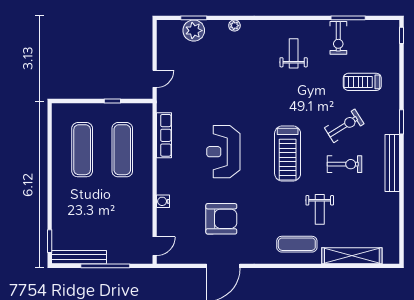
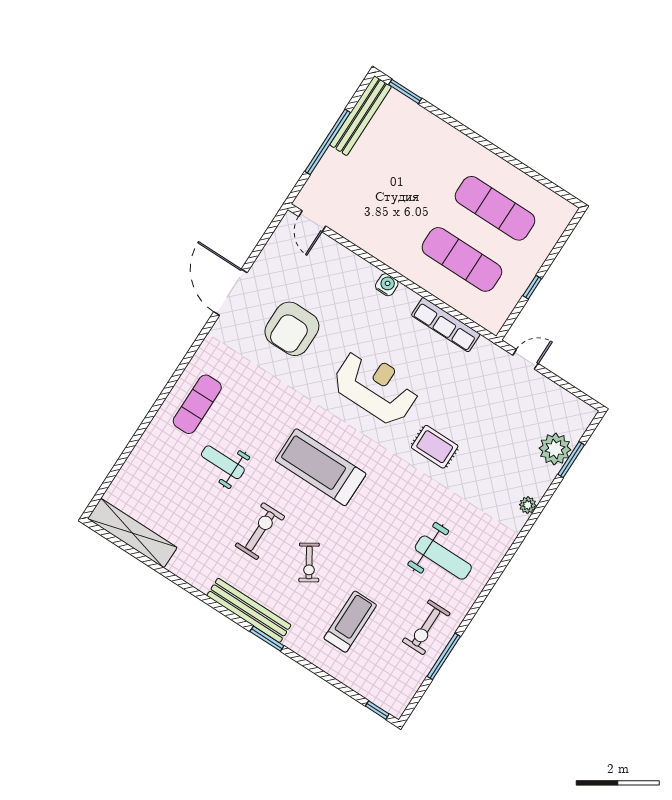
exercise bike: (338, 38) -> (426, 627), turned -90
weight bench: (294, 53) -> (443, 558), width x1.36, depth x1.33
door: (155, 79) -> (525, 359), swing flipped
rug: (235, 98) -> (435, 447), added
exercise bike: (344, 126) -> (309, 563), width x0.73, depth x0.72
bench: (392, 163) -> (249, 610), moved
exercise bike: (345, 164) -> (260, 531), turned 180
water cooler: (163, 201) -> (387, 285), moved
shelving: (352, 256) -> (132, 533), moved, turned 90

